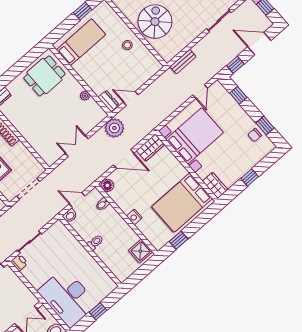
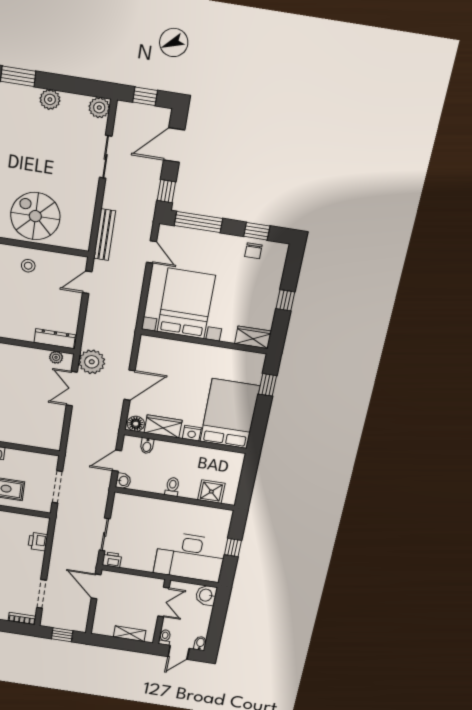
bench: (183, 62) -> (105, 235), width x1.36
window: (238, 95) -> (198, 222), width x2.17
plant: (85, 96) -> (56, 357), moved
door: (131, 98) -> (87, 282), moved
dresser: (108, 101) -> (55, 339), width x1.44
double door: (77, 146) -> (72, 389), moved
wardrobe: (151, 148) -> (163, 426), moved, turned -90
bed: (182, 203) -> (230, 414), moved, turned 180
window: (178, 240) -> (267, 385), moved
shower: (140, 251) -> (211, 492), moved

